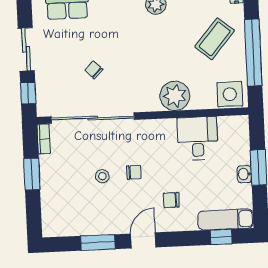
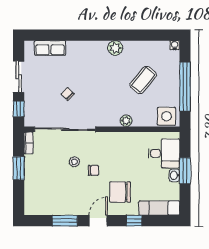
coffee table: (215, 39) -> (143, 80), moved
plant: (175, 96) -> (126, 121), width x0.53, depth x0.53
desk: (198, 138) -> (164, 153), moved, turned 90
stool: (102, 176) -> (74, 162), moved
chair: (171, 200) -> (120, 192), width x1.87, depth x1.87
window: (221, 237) -> (134, 221), moved

